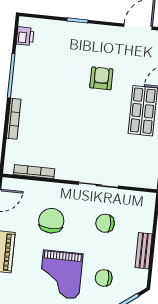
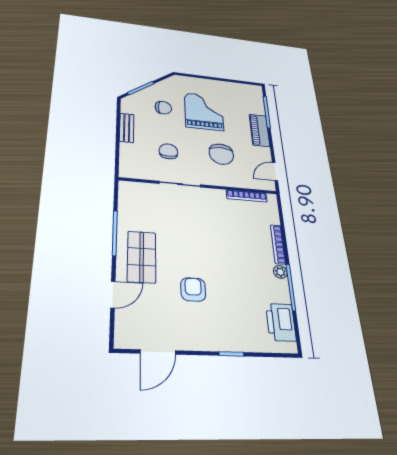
printer: (25, 36) -> (281, 322), width x1.87, depth x1.48
armchair: (101, 78) -> (193, 289), turned 180
plant: (18, 91) -> (280, 272), added
chair: (105, 223) -> (168, 151), turned -90

